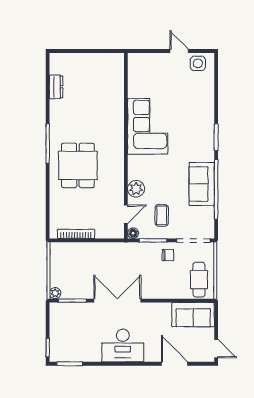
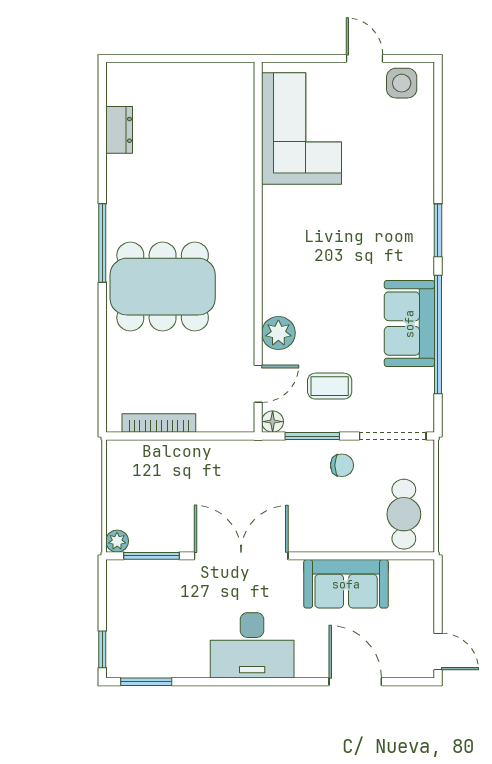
corner sofa: (148, 126) -> (302, 128), moved
dining table: (78, 165) -> (163, 287), width x1.38
coffee table: (162, 215) -> (330, 386), turned 90
sofa: (193, 315) -> (346, 584), moved

